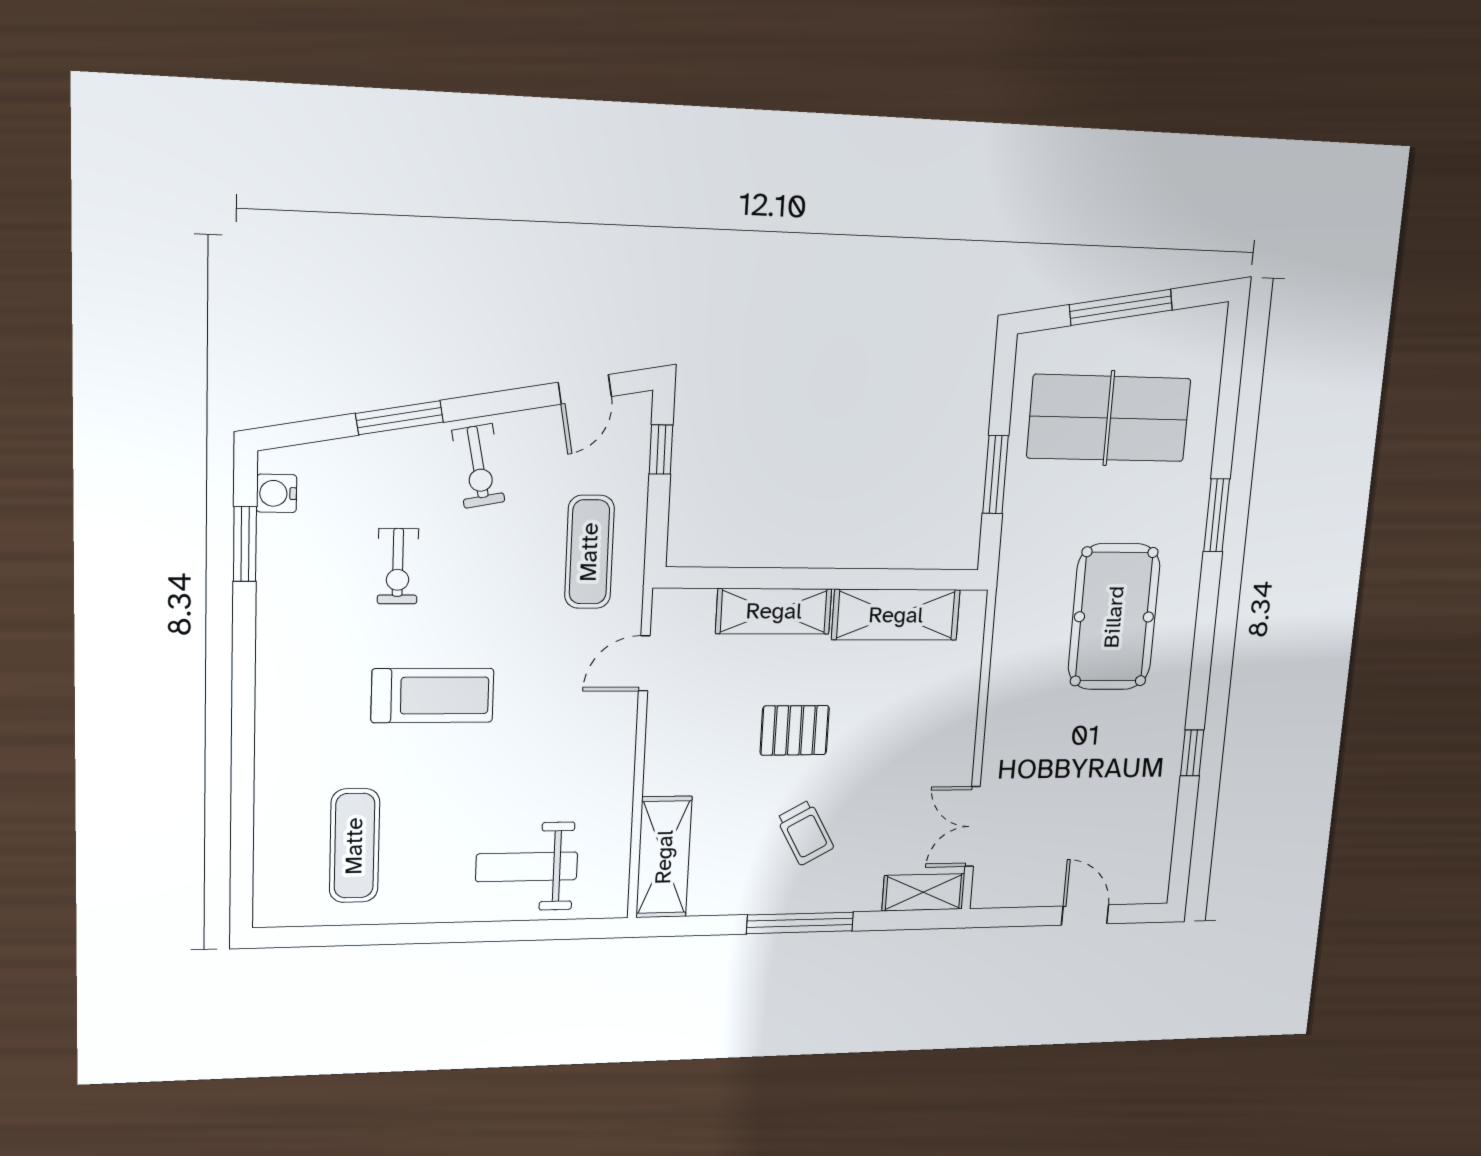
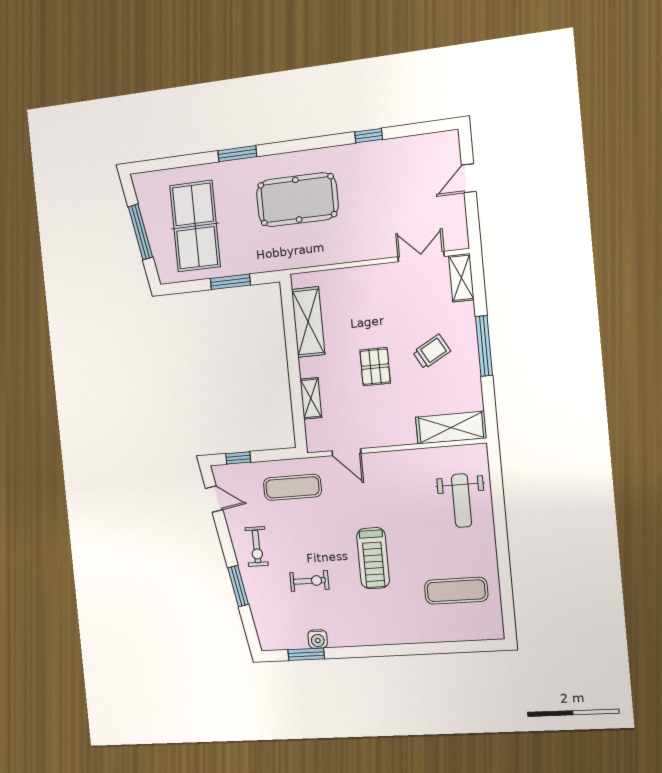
exercise bike: (478, 466) -> (257, 547), turned 101
water cooler: (277, 493) -> (318, 639), moved
shelving: (774, 611) -> (311, 398), width x0.67, depth x0.75
treadmill: (433, 696) -> (373, 558), turned 180
double door: (972, 827) -> (421, 257), swing flipped

